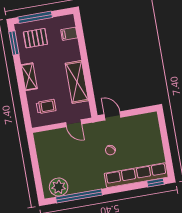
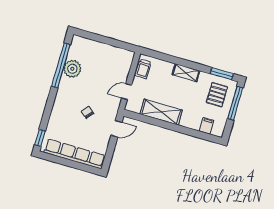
trolley: (46, 106) -> (143, 69), moved
row of seats: (136, 175) -> (75, 154), moved, turned -90
plant: (59, 187) -> (72, 69), moved

